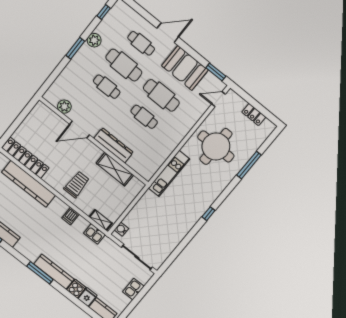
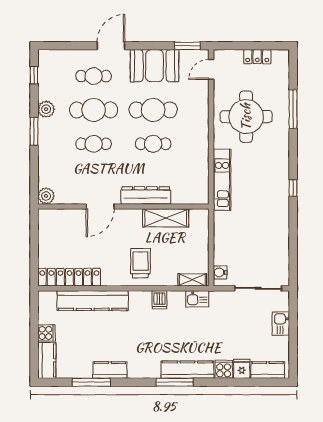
plant: (64, 107) -> (46, 196), moved

